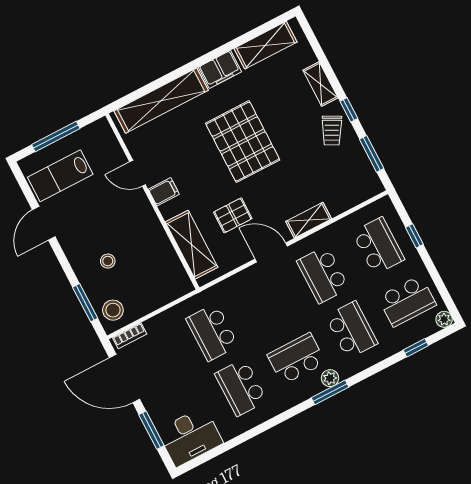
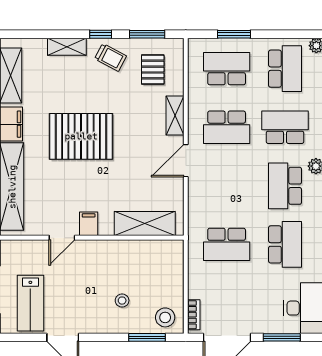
pallet: (233, 215) -> (153, 70), moved
window: (414, 236) -> (234, 34), width x1.50
school desk: (241, 387) -> (285, 244), turned -90

